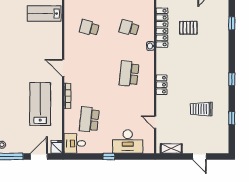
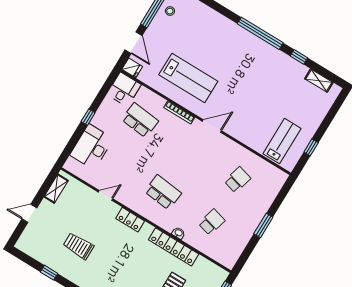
locker: (162, 28) -> (174, 247), moved
trolley: (201, 109) -> (78, 246), turned -90
door: (155, 122) -> (106, 195), moved

